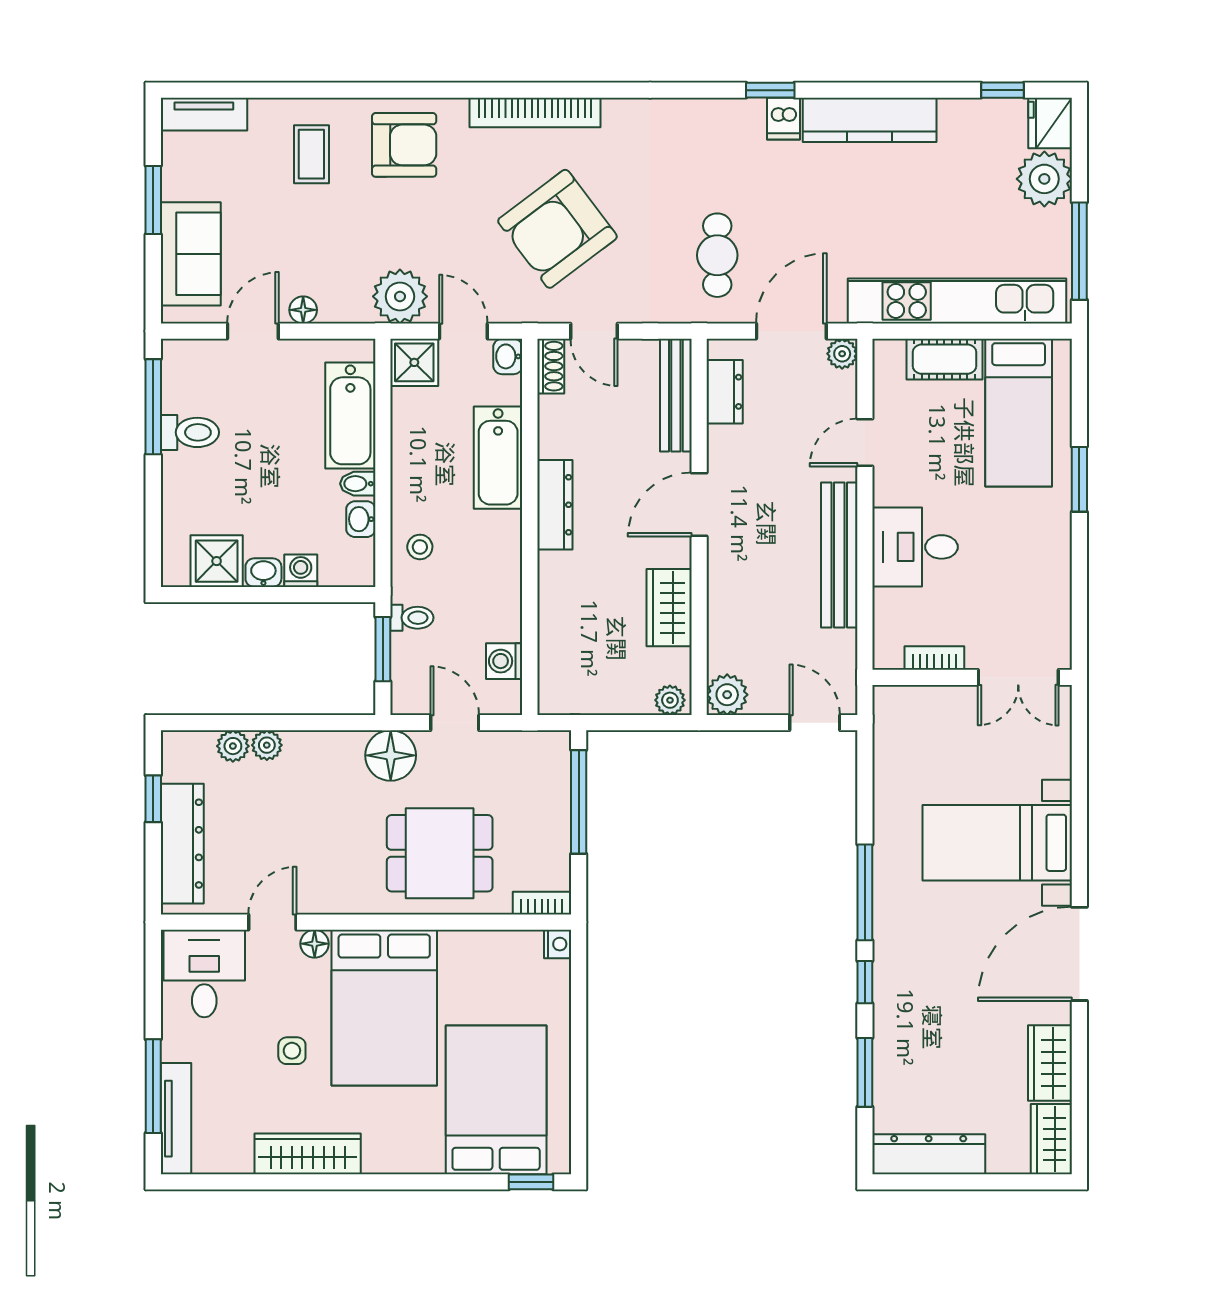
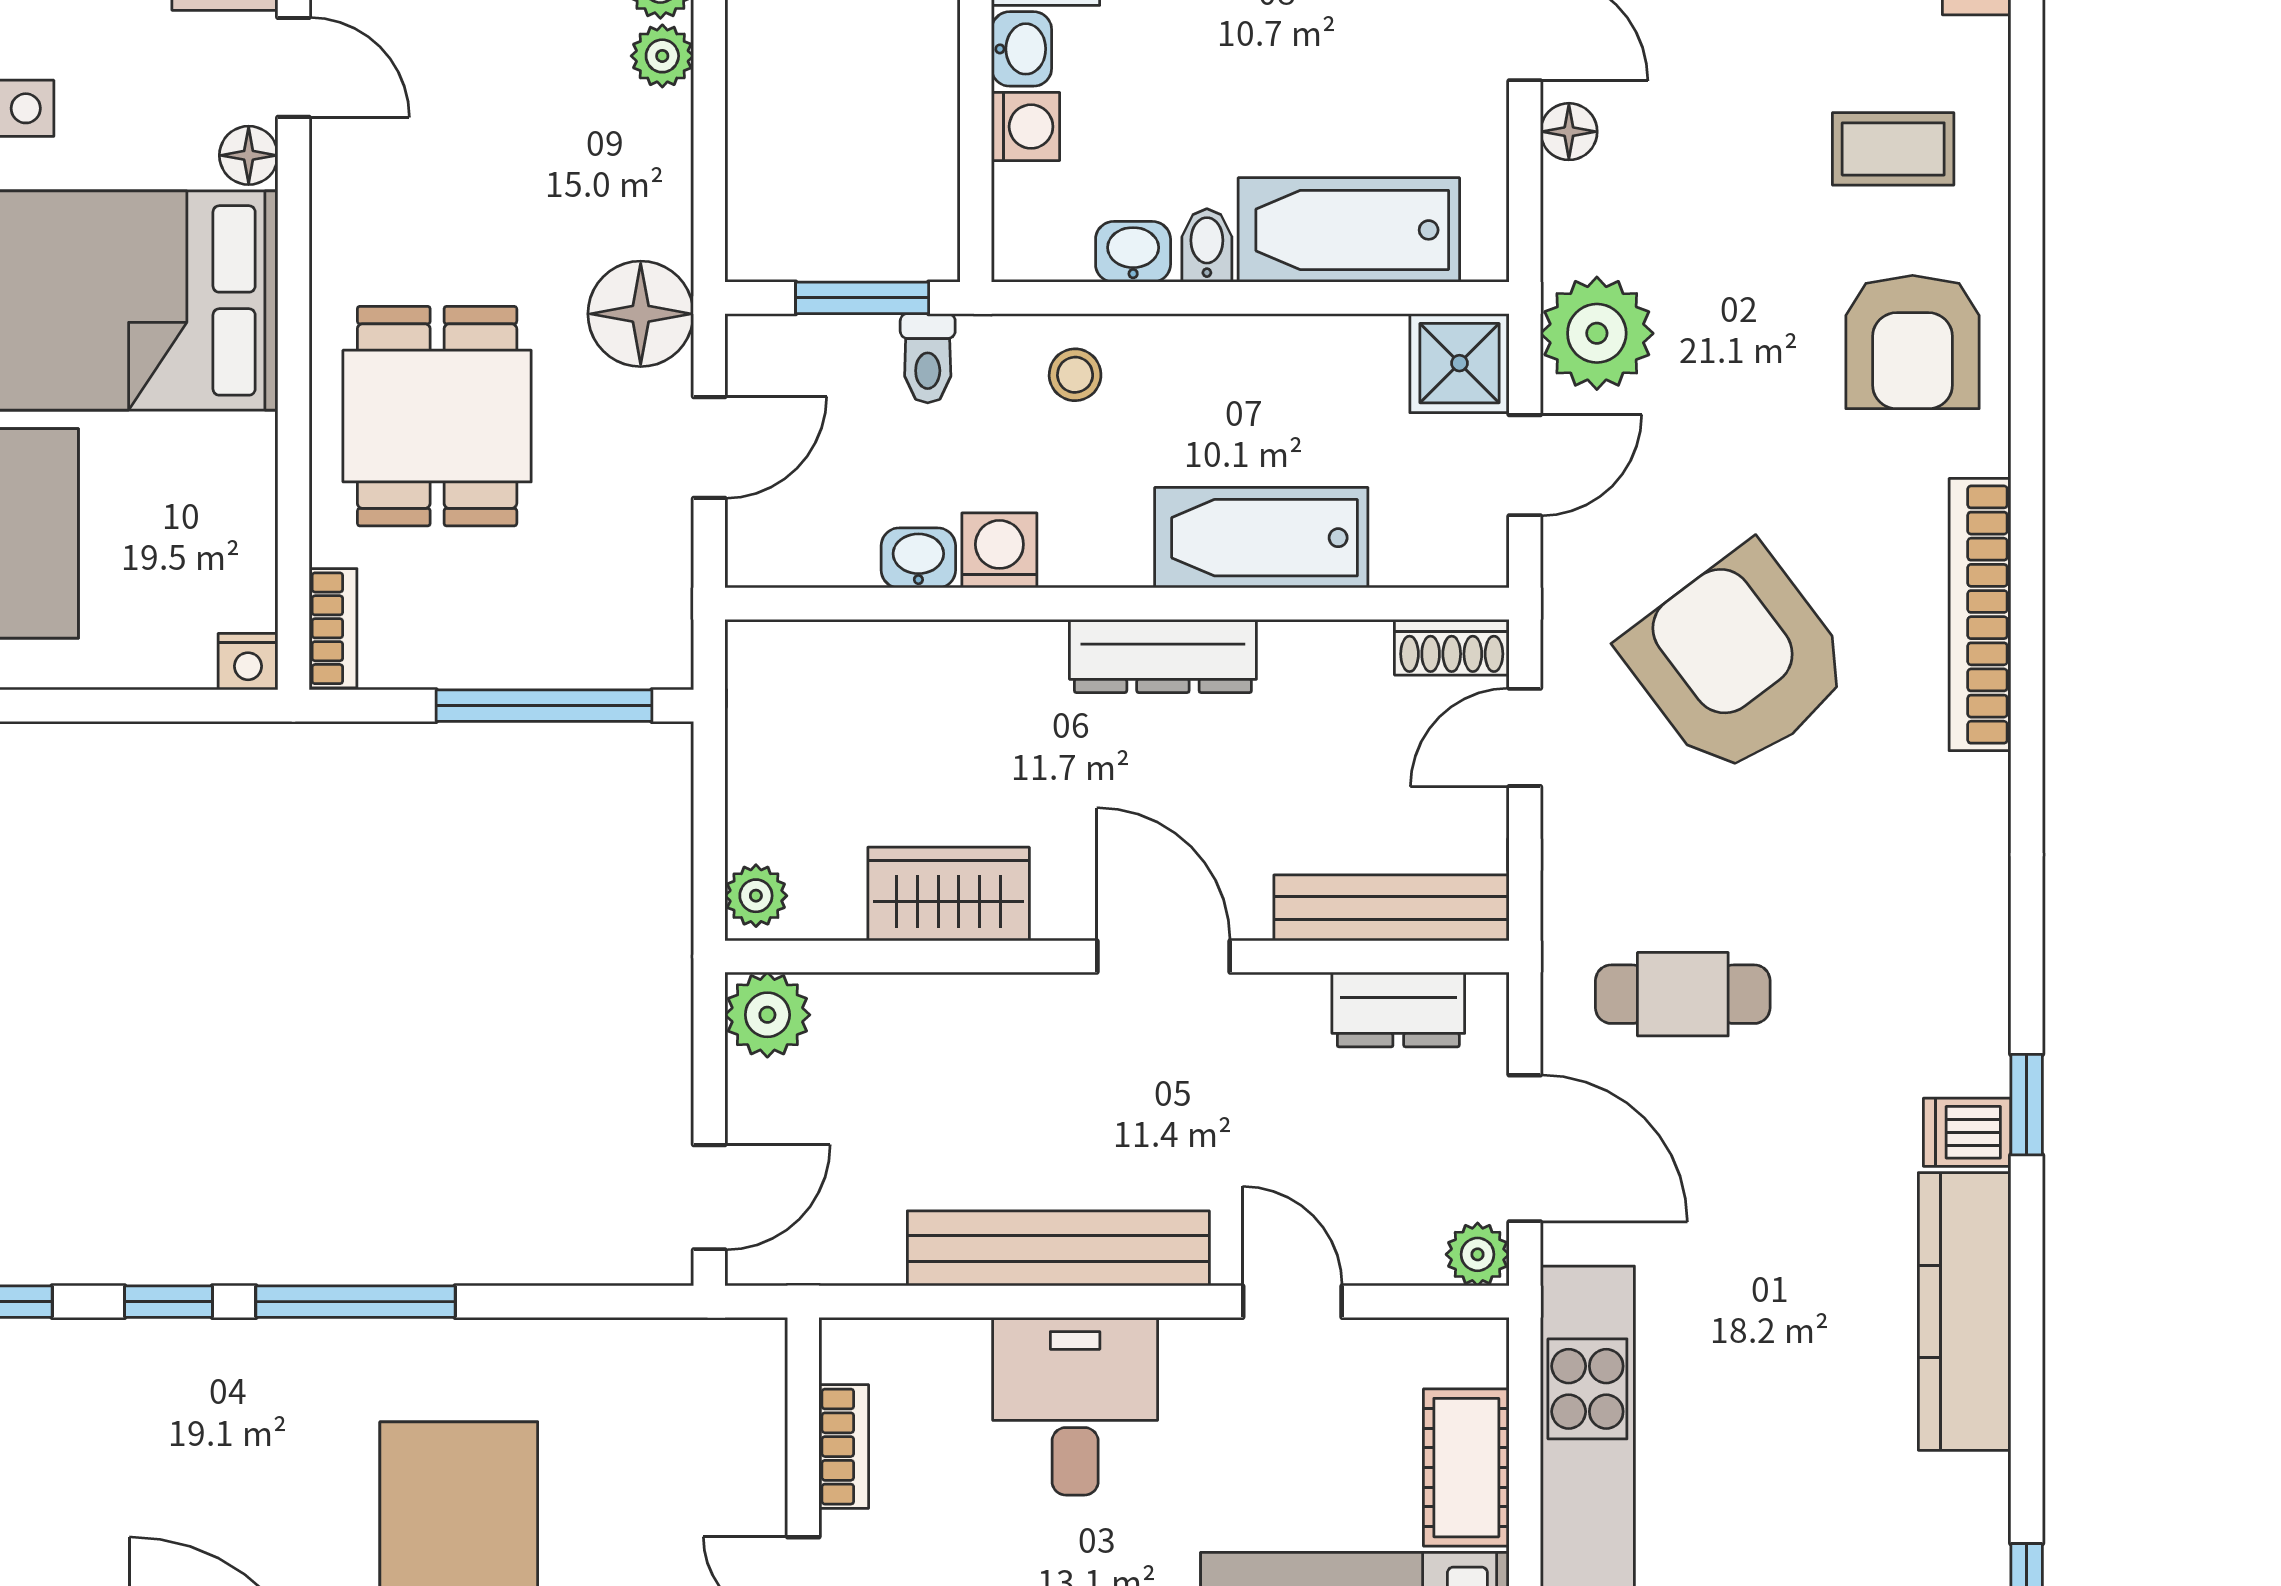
washbasin: (508, 356) -> (918, 558), moved
washing machine: (504, 661) -> (999, 550), moved

